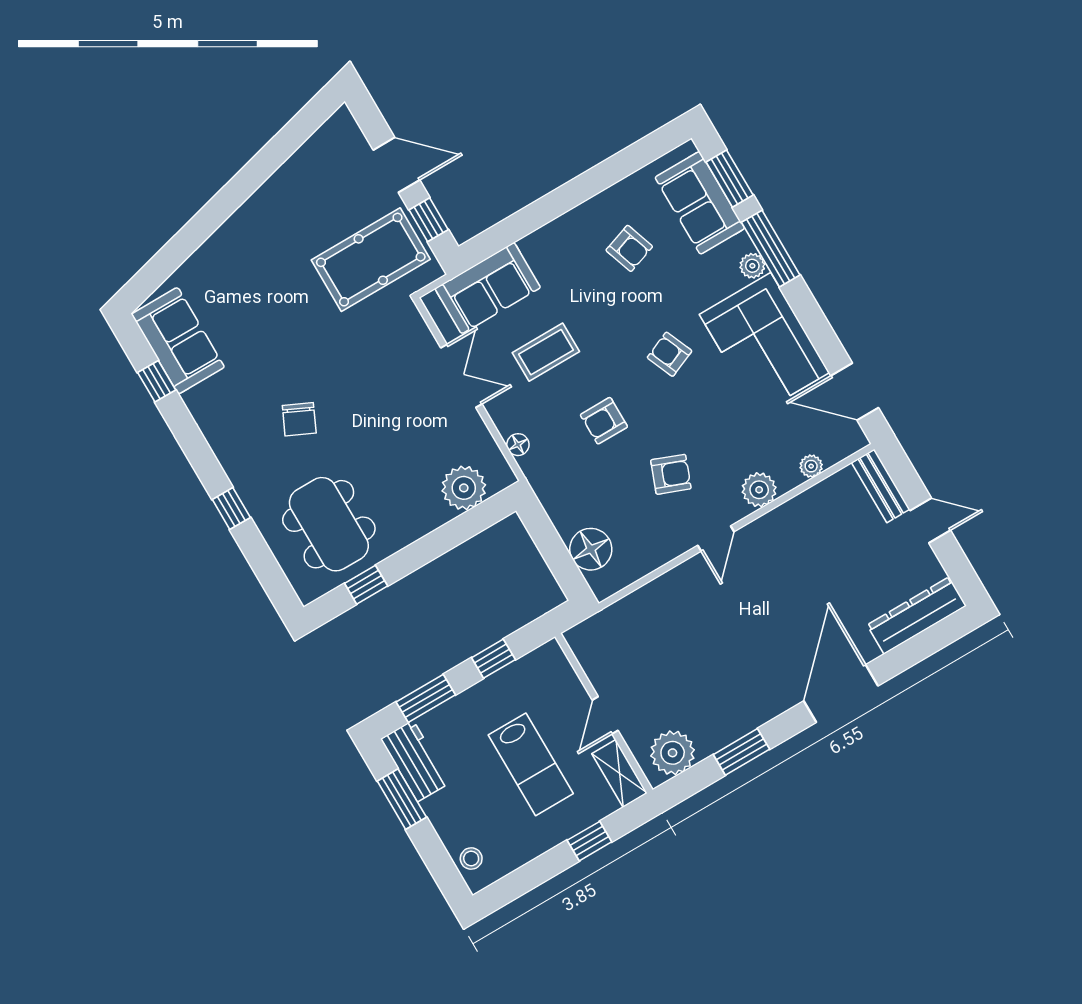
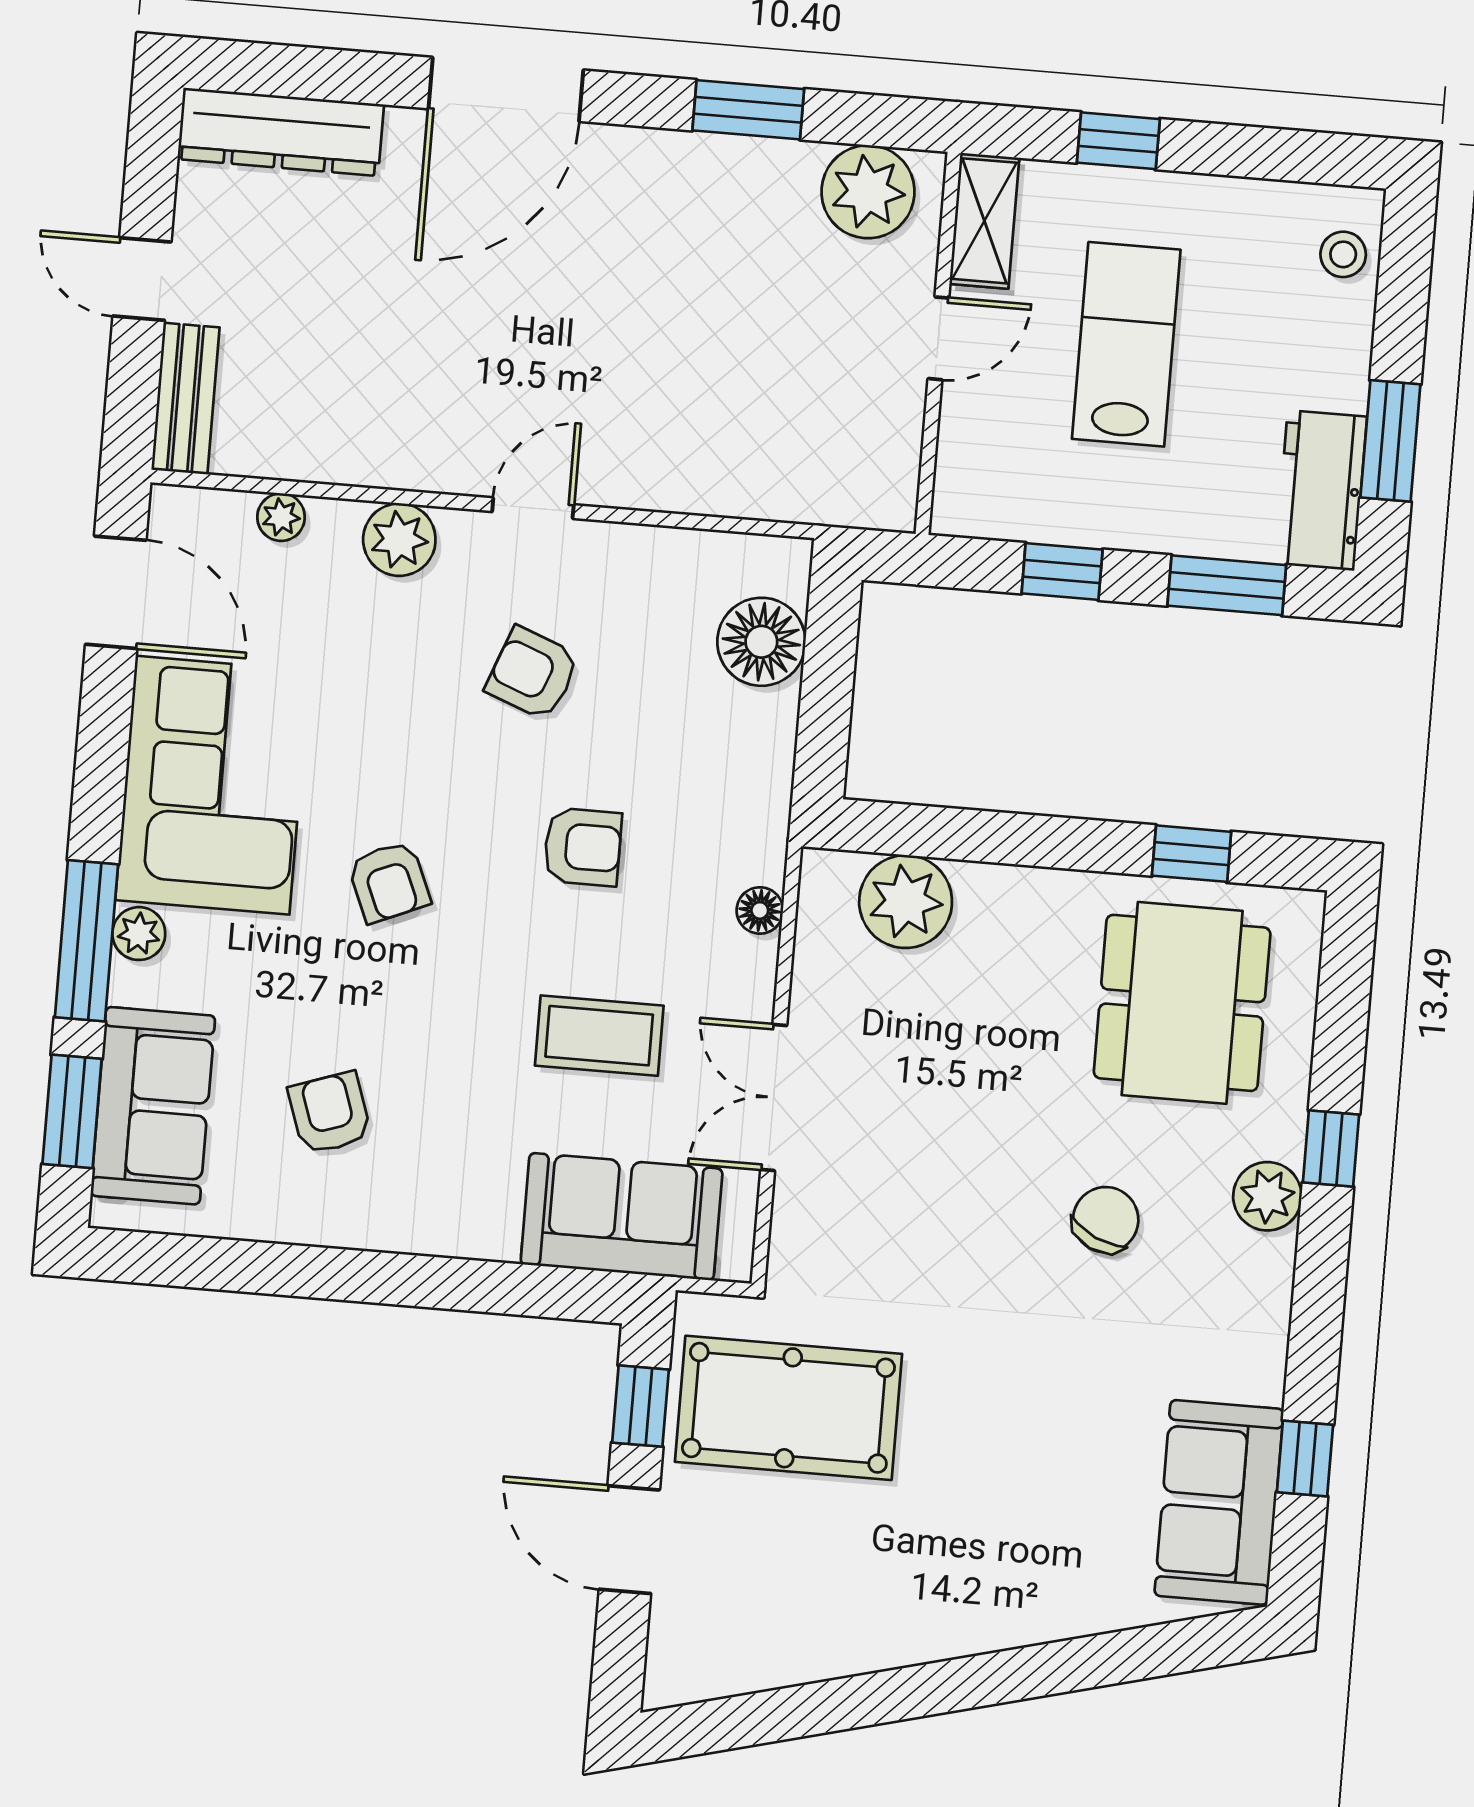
plant: (243, 473) -> (1267, 1196), added

